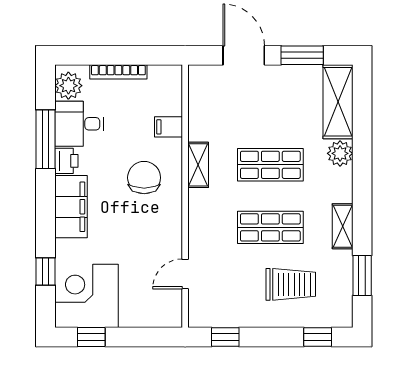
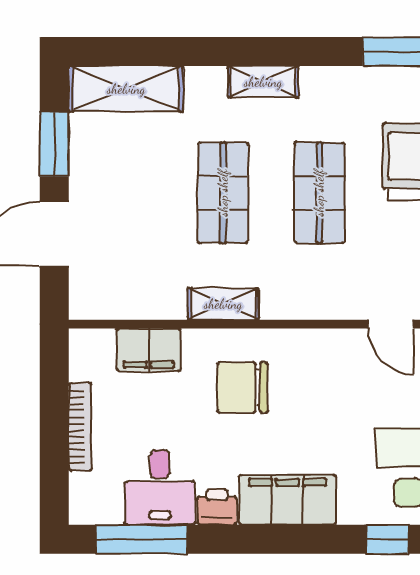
plant: (68, 86) -> (101, 504), removed
filing cabinet: (168, 127) -> (149, 350), width x2.00
window: (45, 139) -> (142, 539), moved
plant: (340, 153) -> (206, 86), removed
shelving: (343, 226) -> (263, 82), moved

